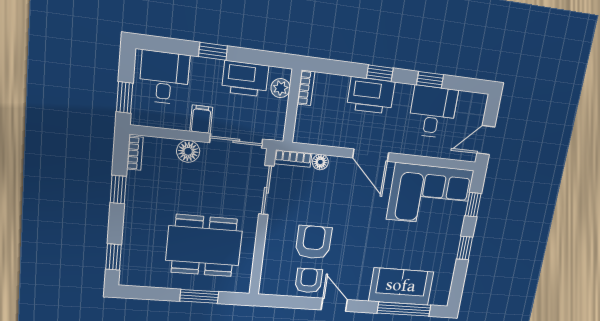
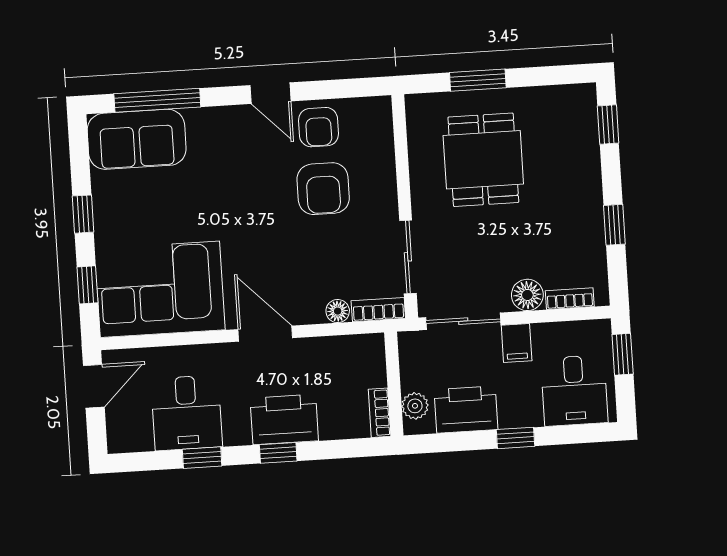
bookcase: (135, 153) -> (570, 299), moved, turned 90
dining table: (204, 246) -> (483, 160), width x0.73
sofa: (401, 286) -> (137, 139), moved

